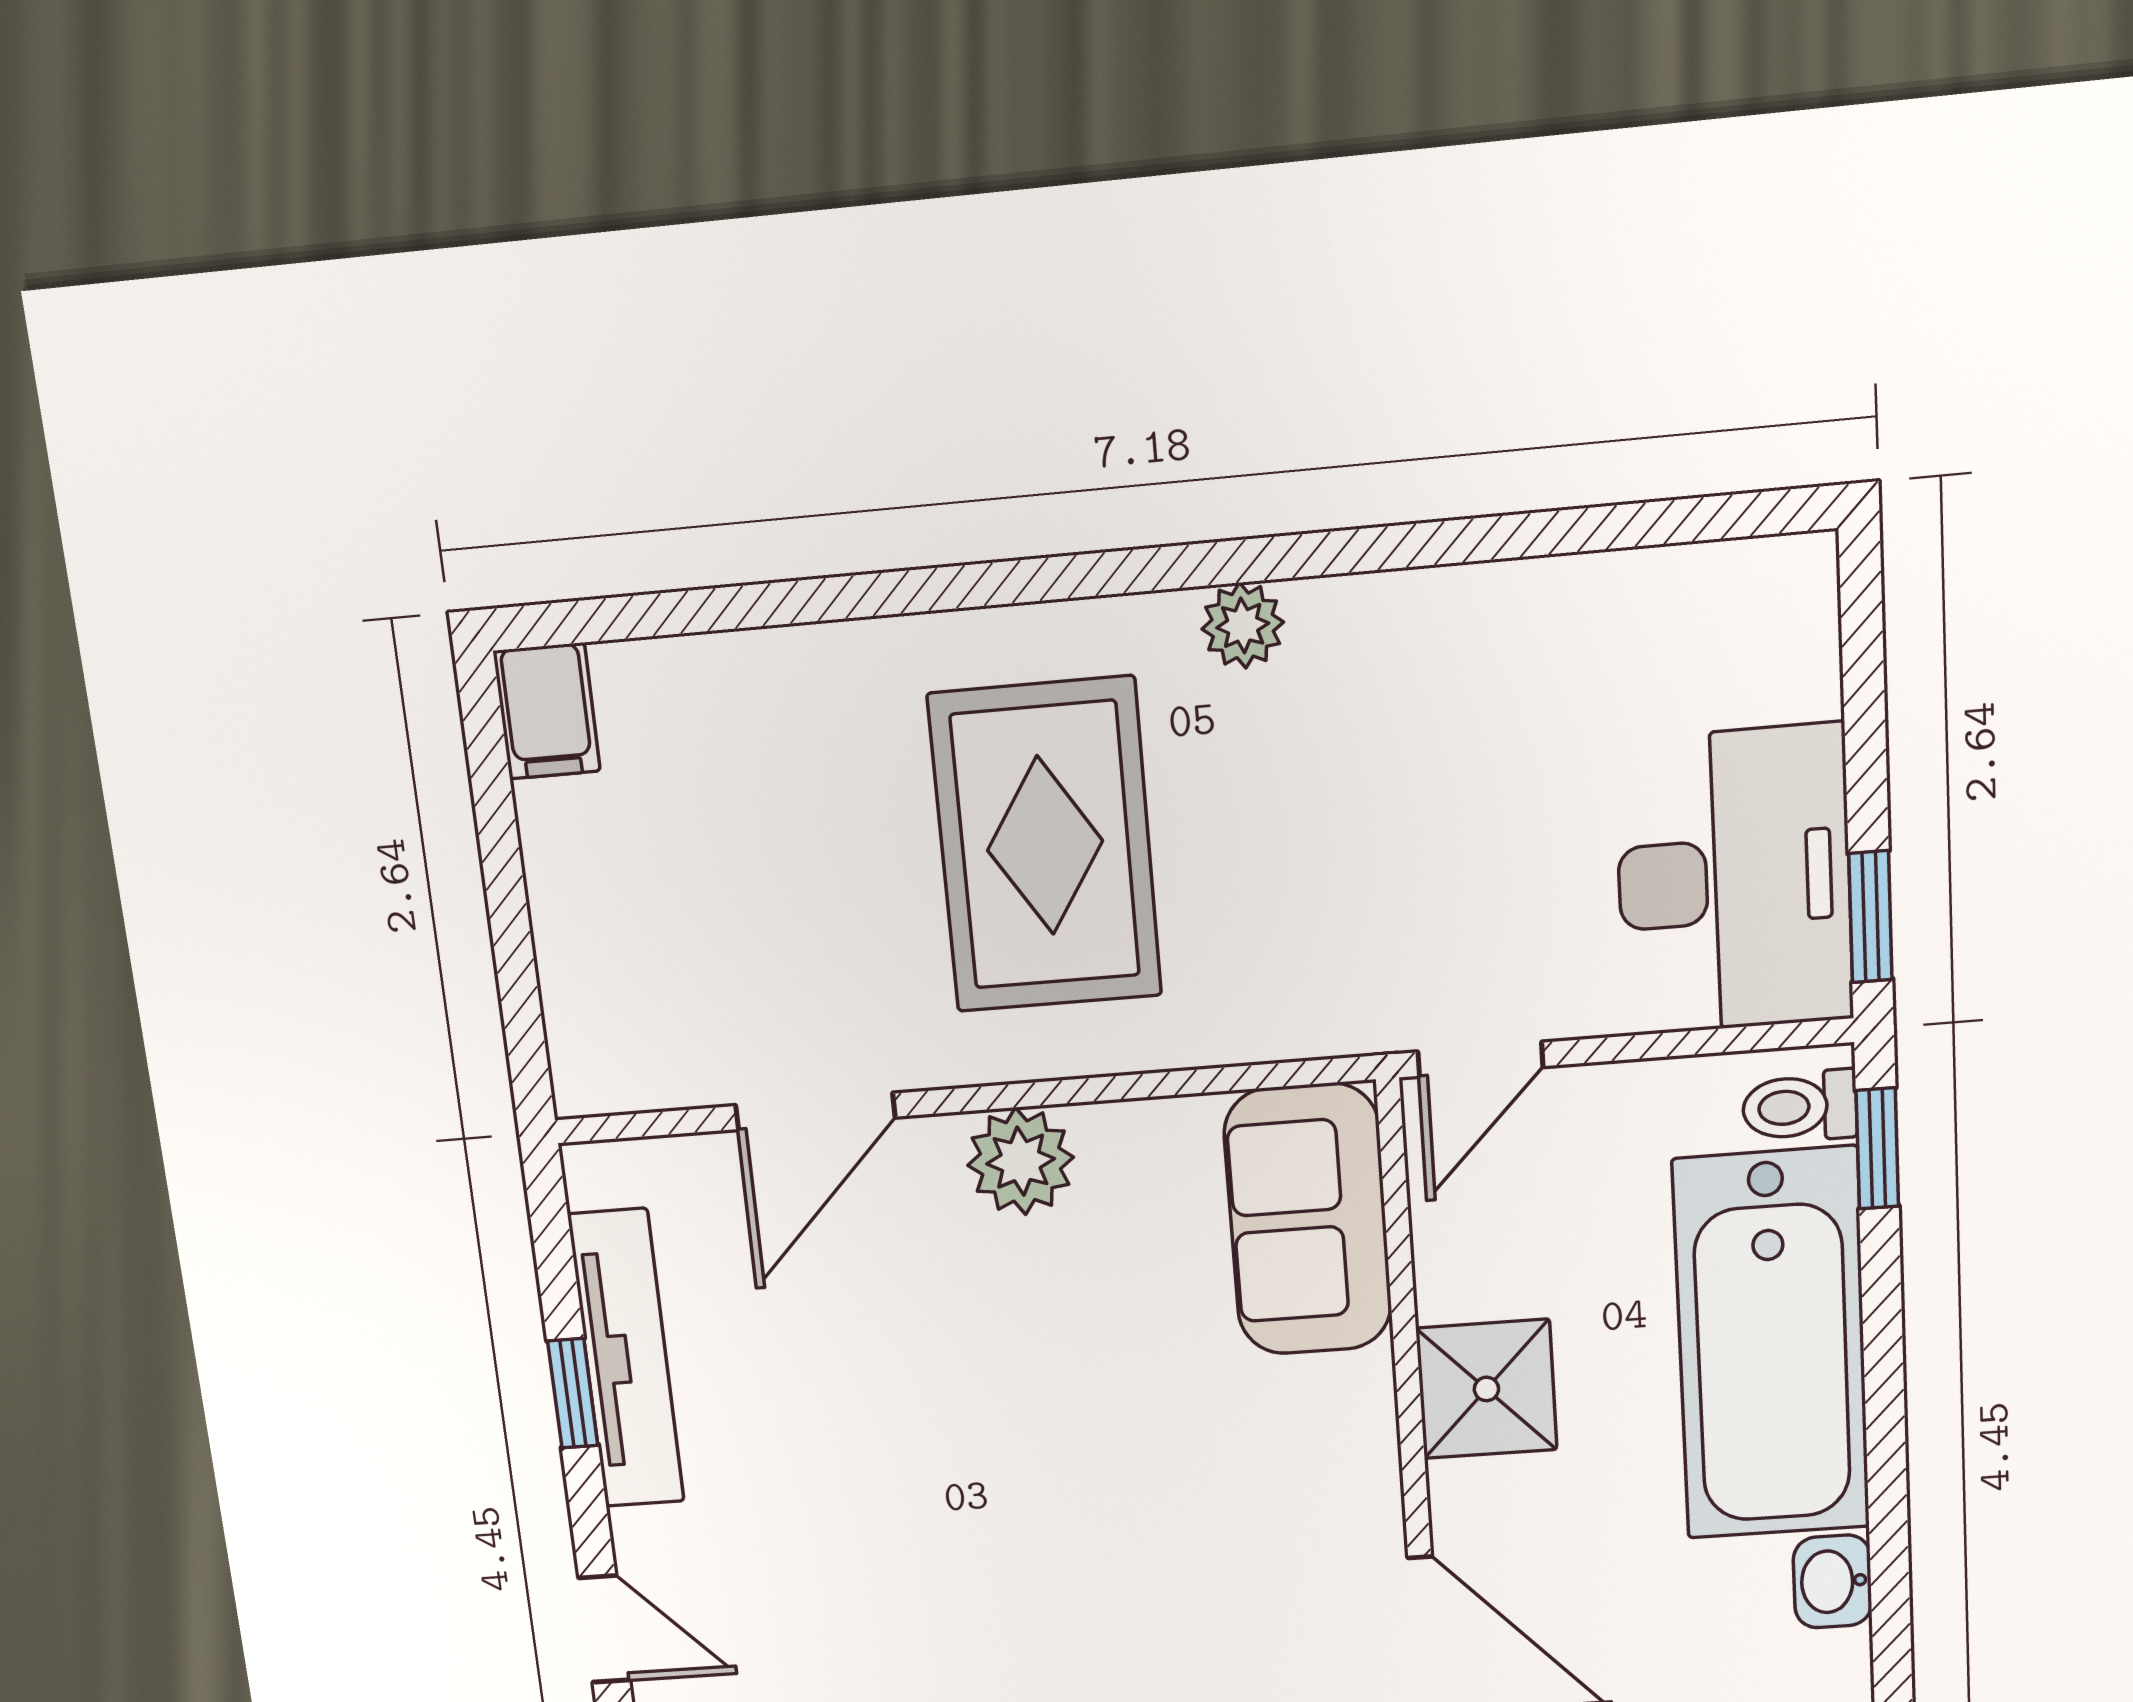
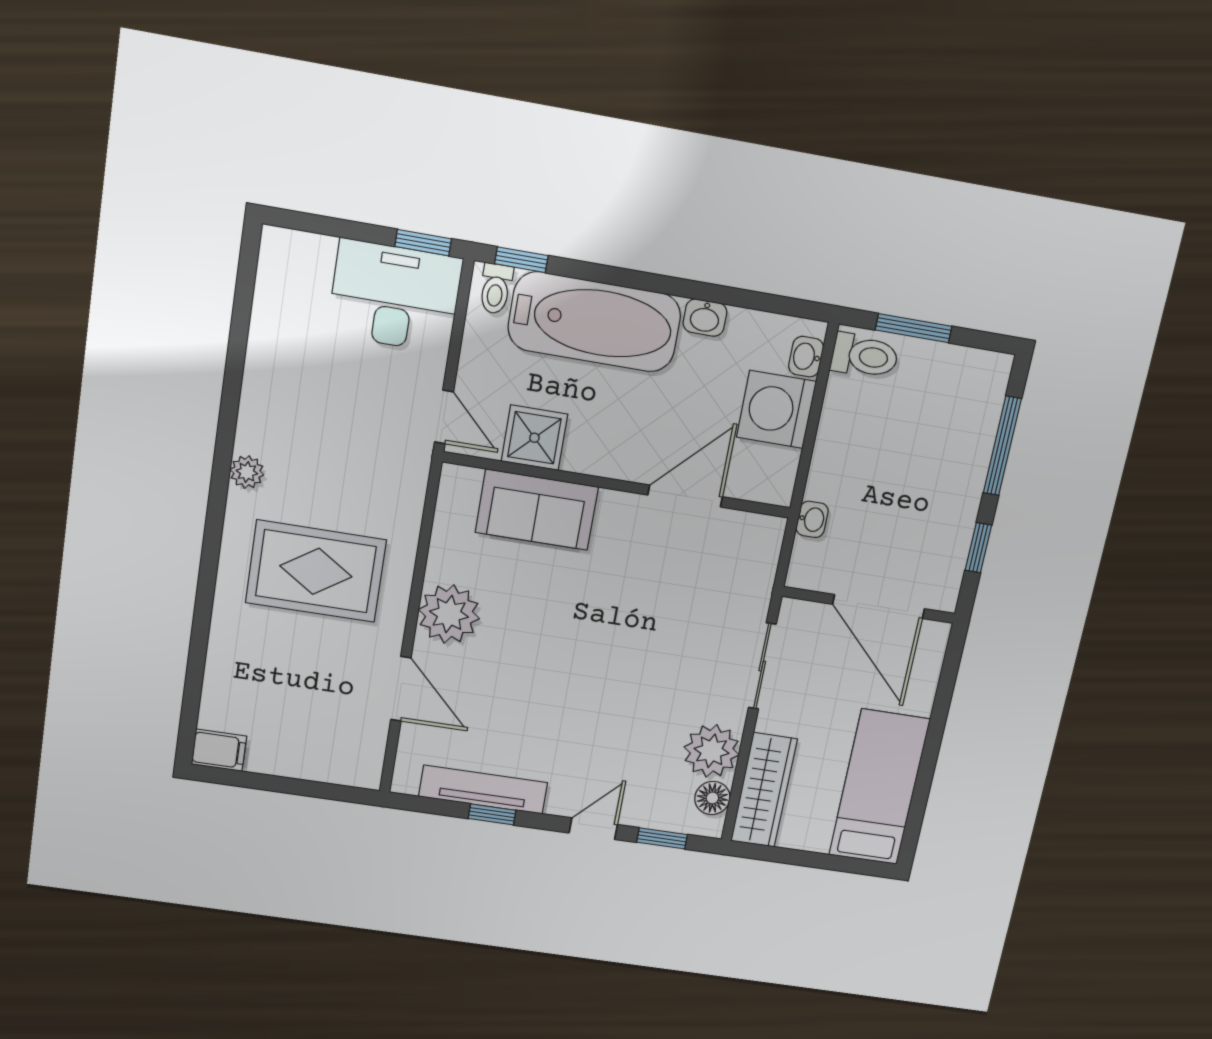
plant: (1021, 1161) -> (449, 614), width x1.36, depth x1.36
sofa: (1308, 1220) -> (537, 510), moved
shower: (1486, 1389) -> (534, 438), moved

